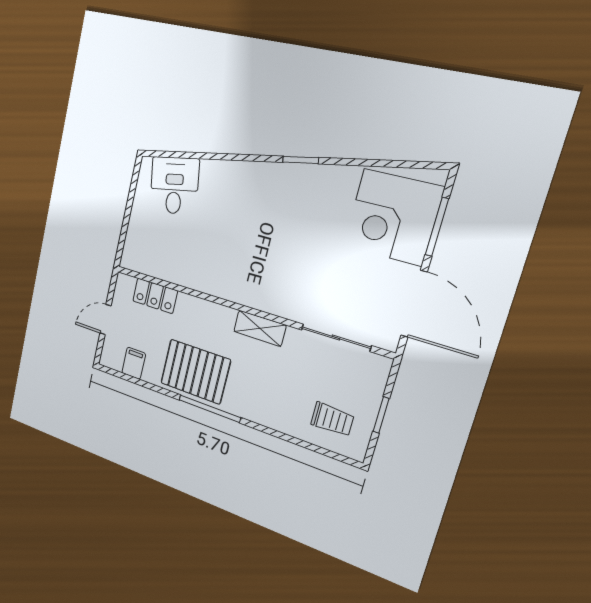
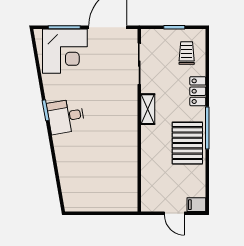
desk: (174, 186) -> (66, 116), moved
locker: (155, 296) -> (198, 91), moved, turned 180
filing cabinet: (134, 363) -> (196, 205), moved

